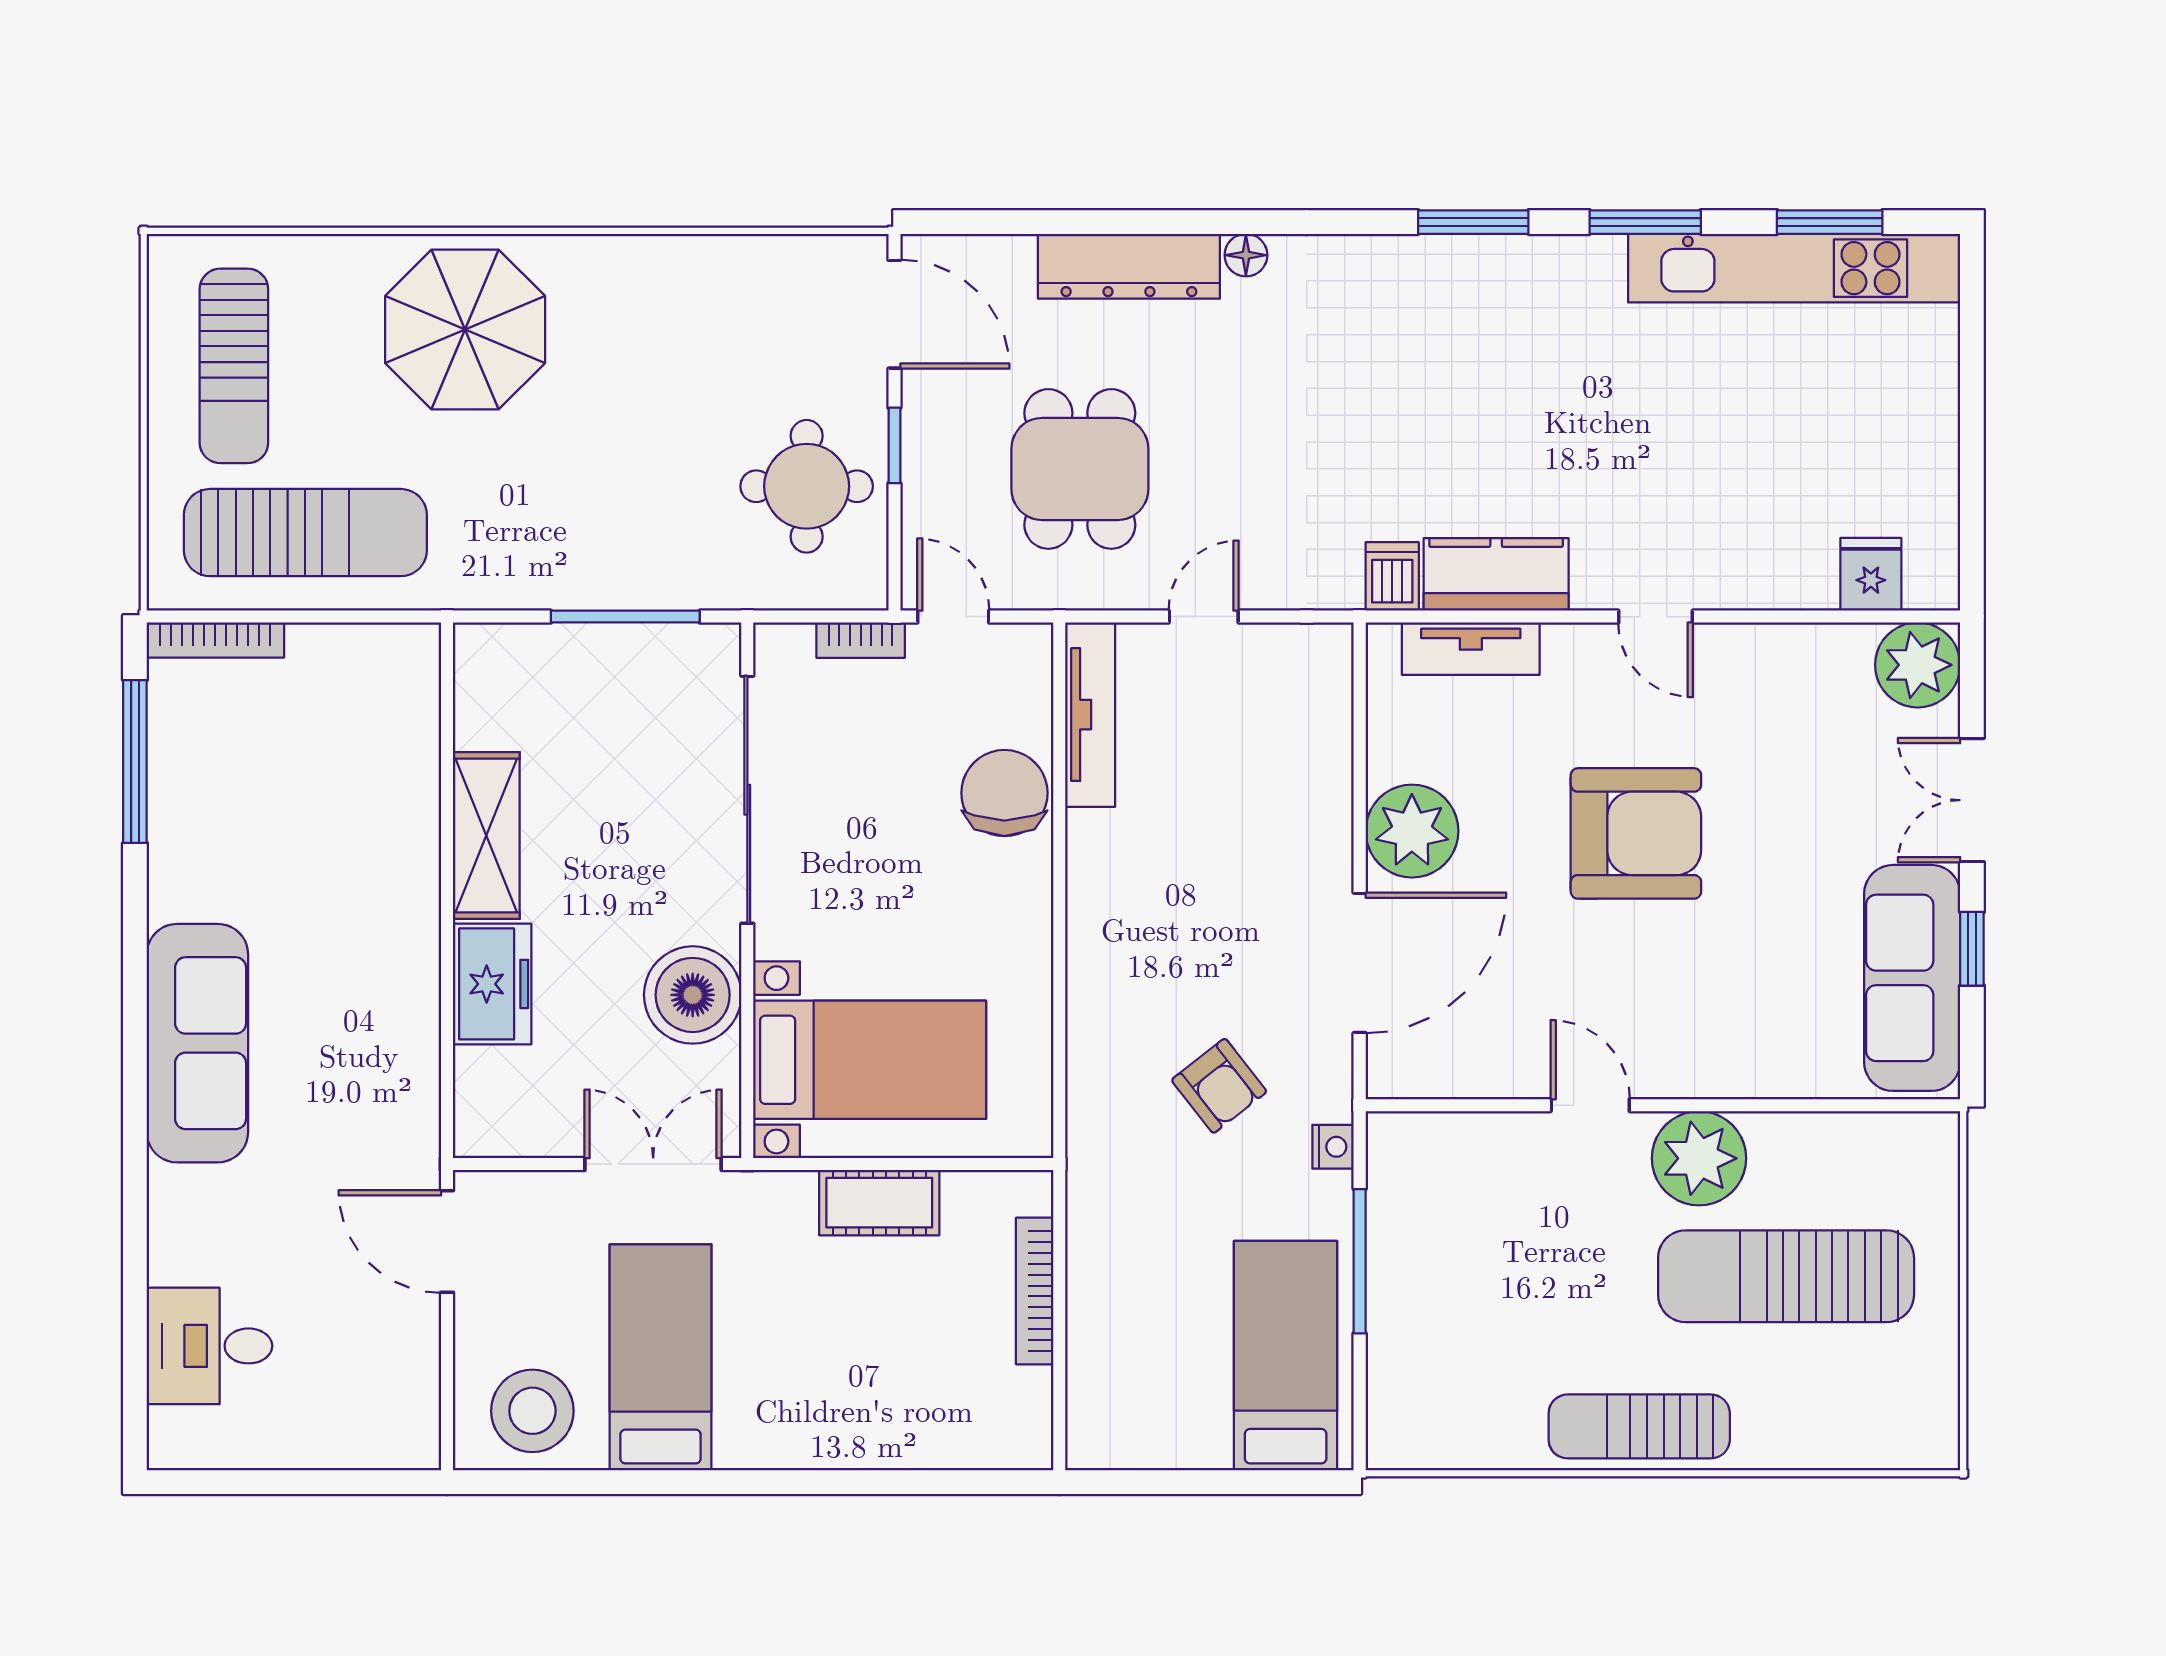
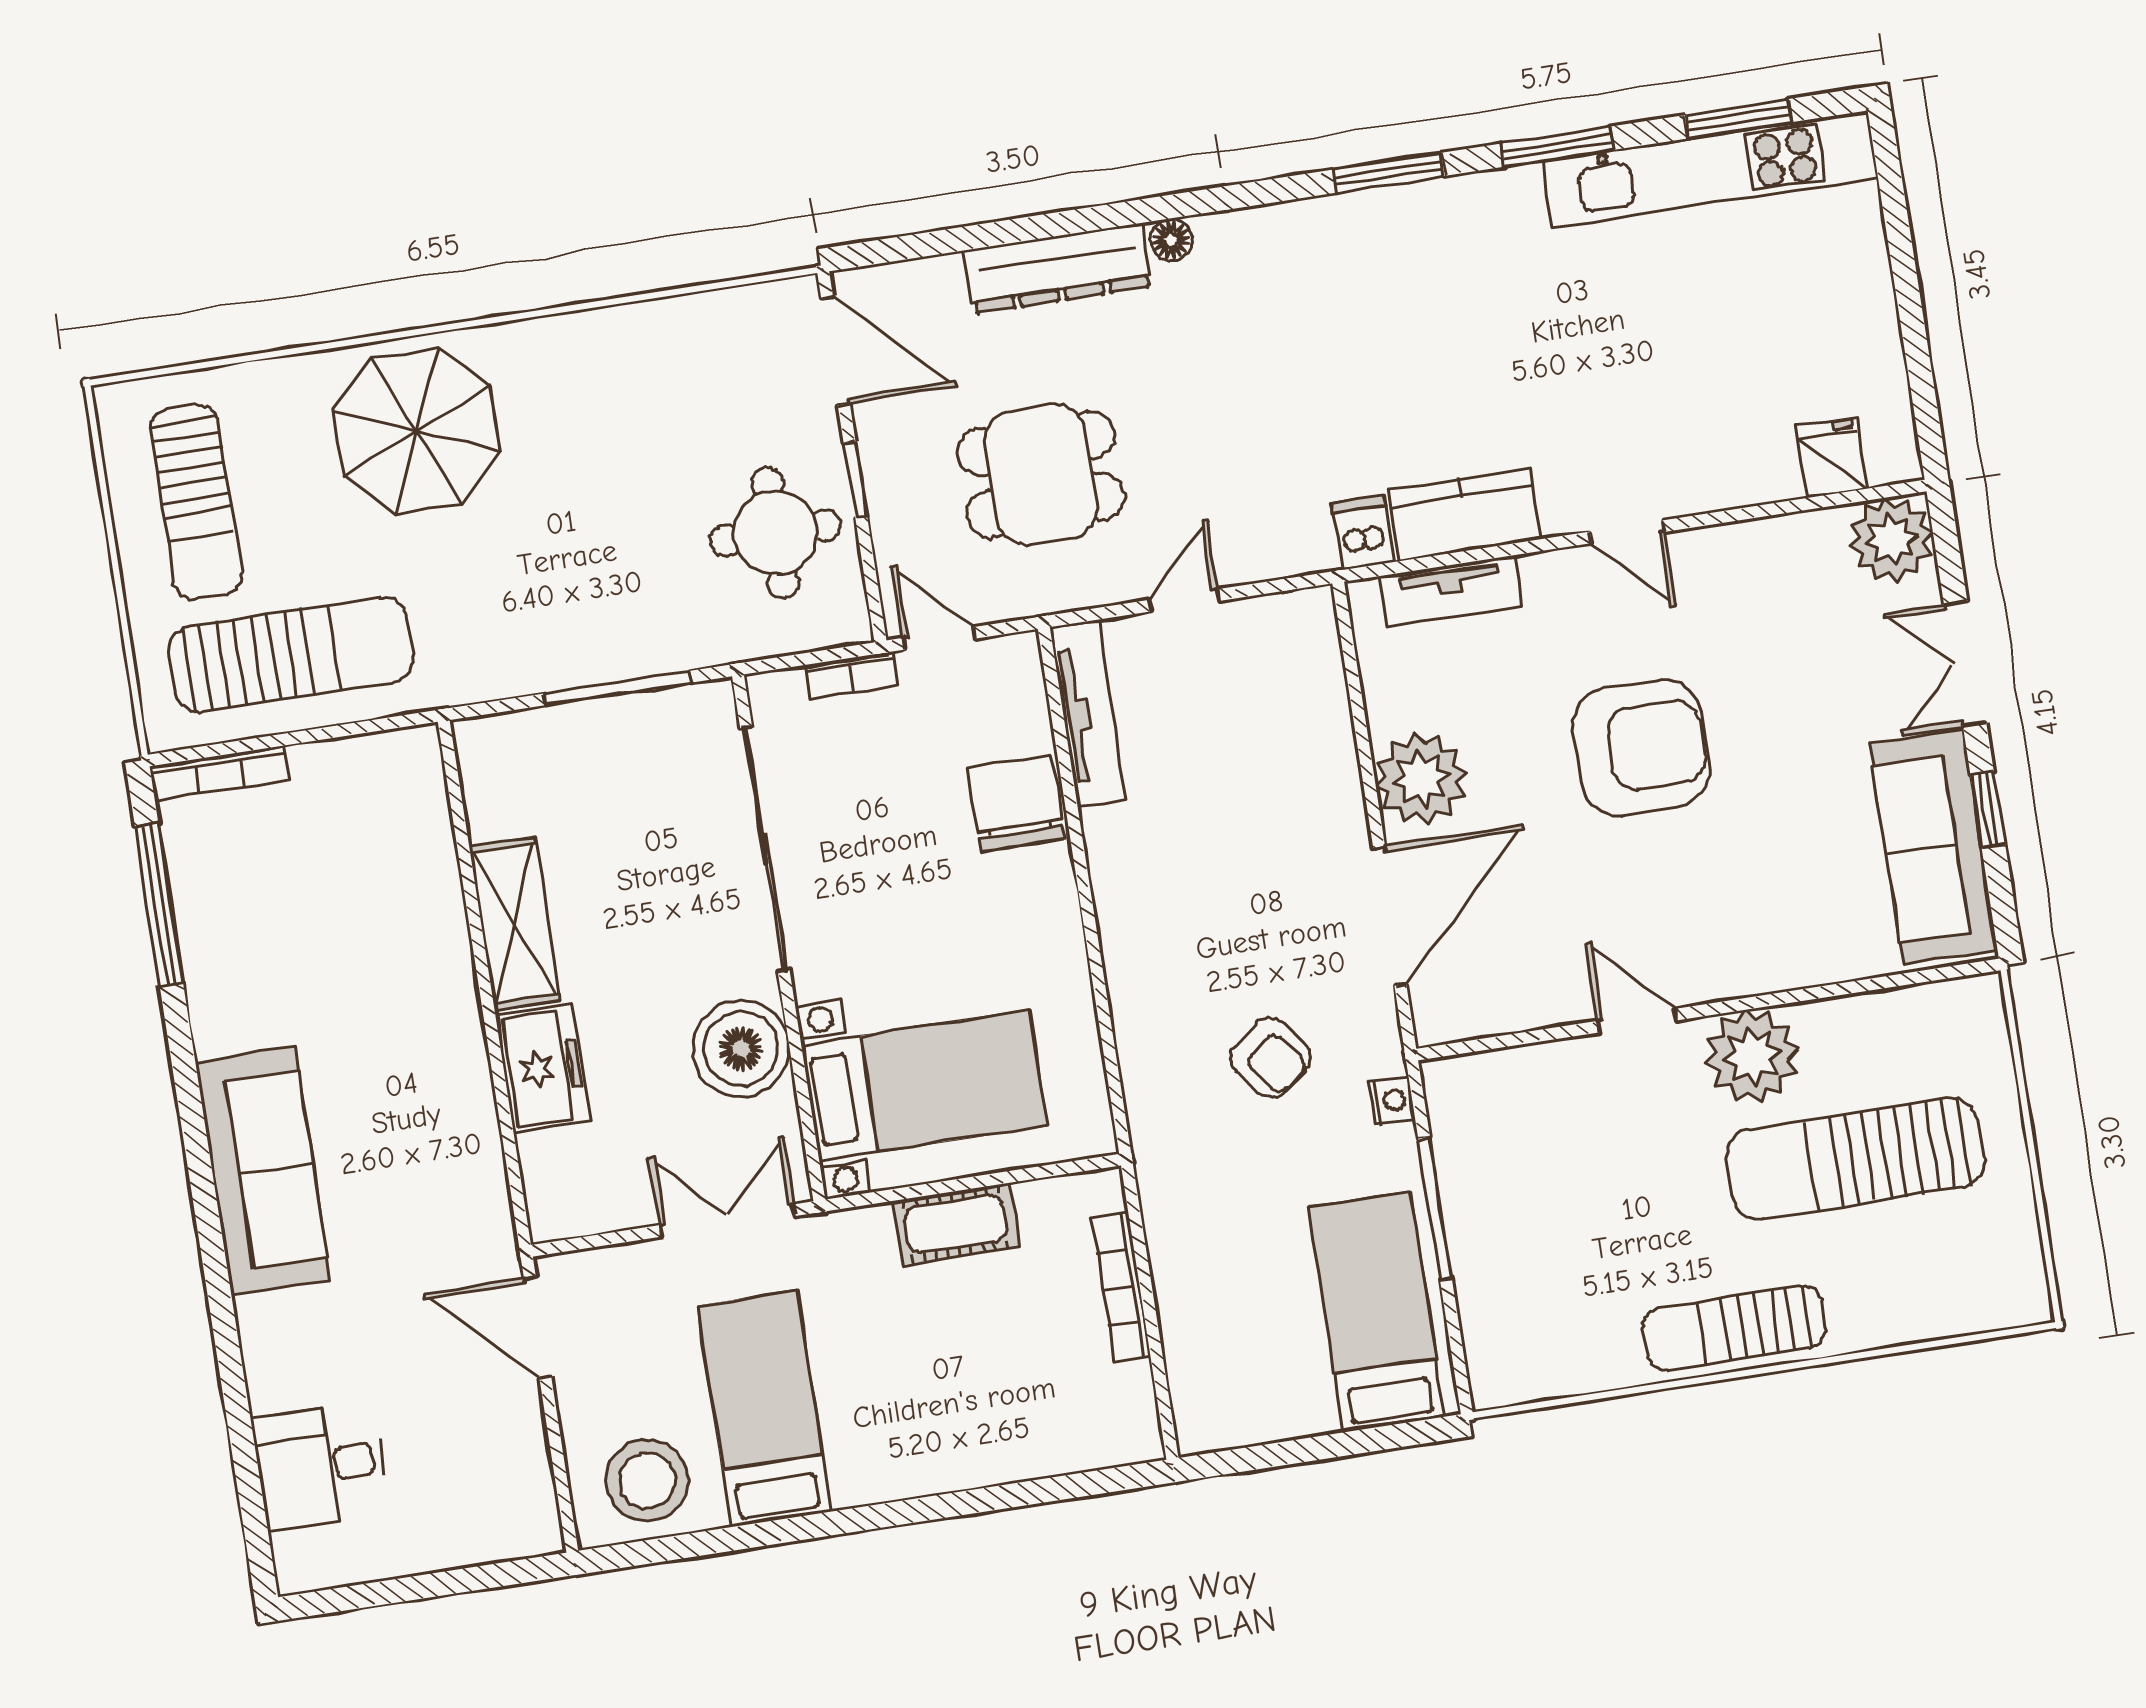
dining table: (1080, 469) -> (1041, 474), turned 90

